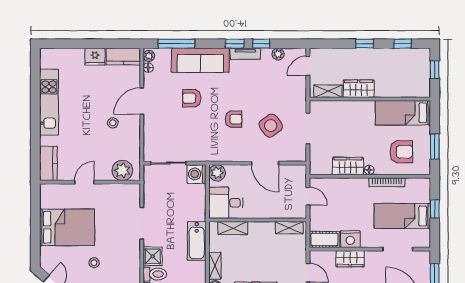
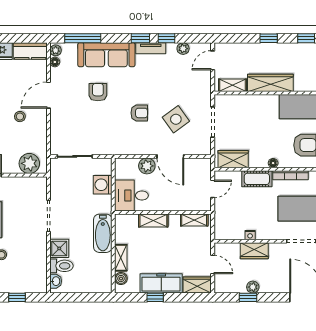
wardrobe: (359, 89) -> (270, 83), width x1.50
armchair: (192, 98) -> (98, 92), turned 90
wardrobe: (348, 166) -> (233, 159), moved
plant: (217, 173) -> (147, 166), moved
washing machine: (196, 174) -> (103, 185), moved
door: (308, 196) -> (213, 189), hinge flipped
shelving: (233, 228) -> (153, 221), moved
cot: (324, 239) -> (257, 179), moved
nightstand: (350, 239) -> (250, 235), width x0.53, depth x0.56

